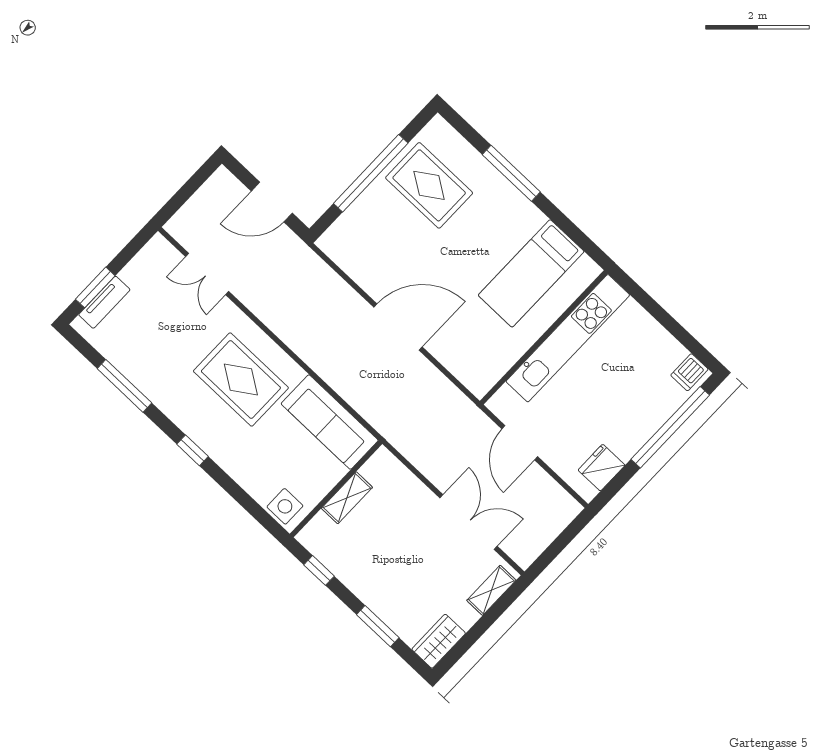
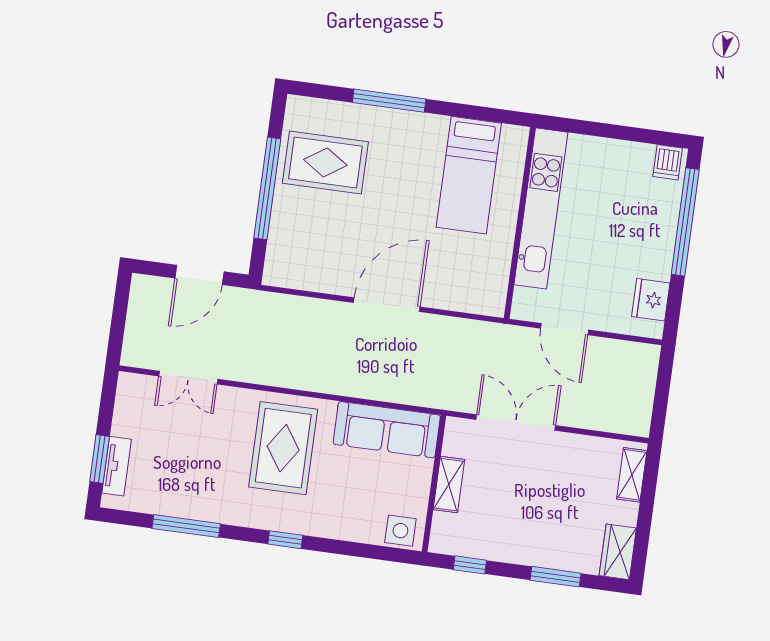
rug: (241, 379) -> (283, 448), turned 90
double door: (469, 522) -> (516, 422), moved

